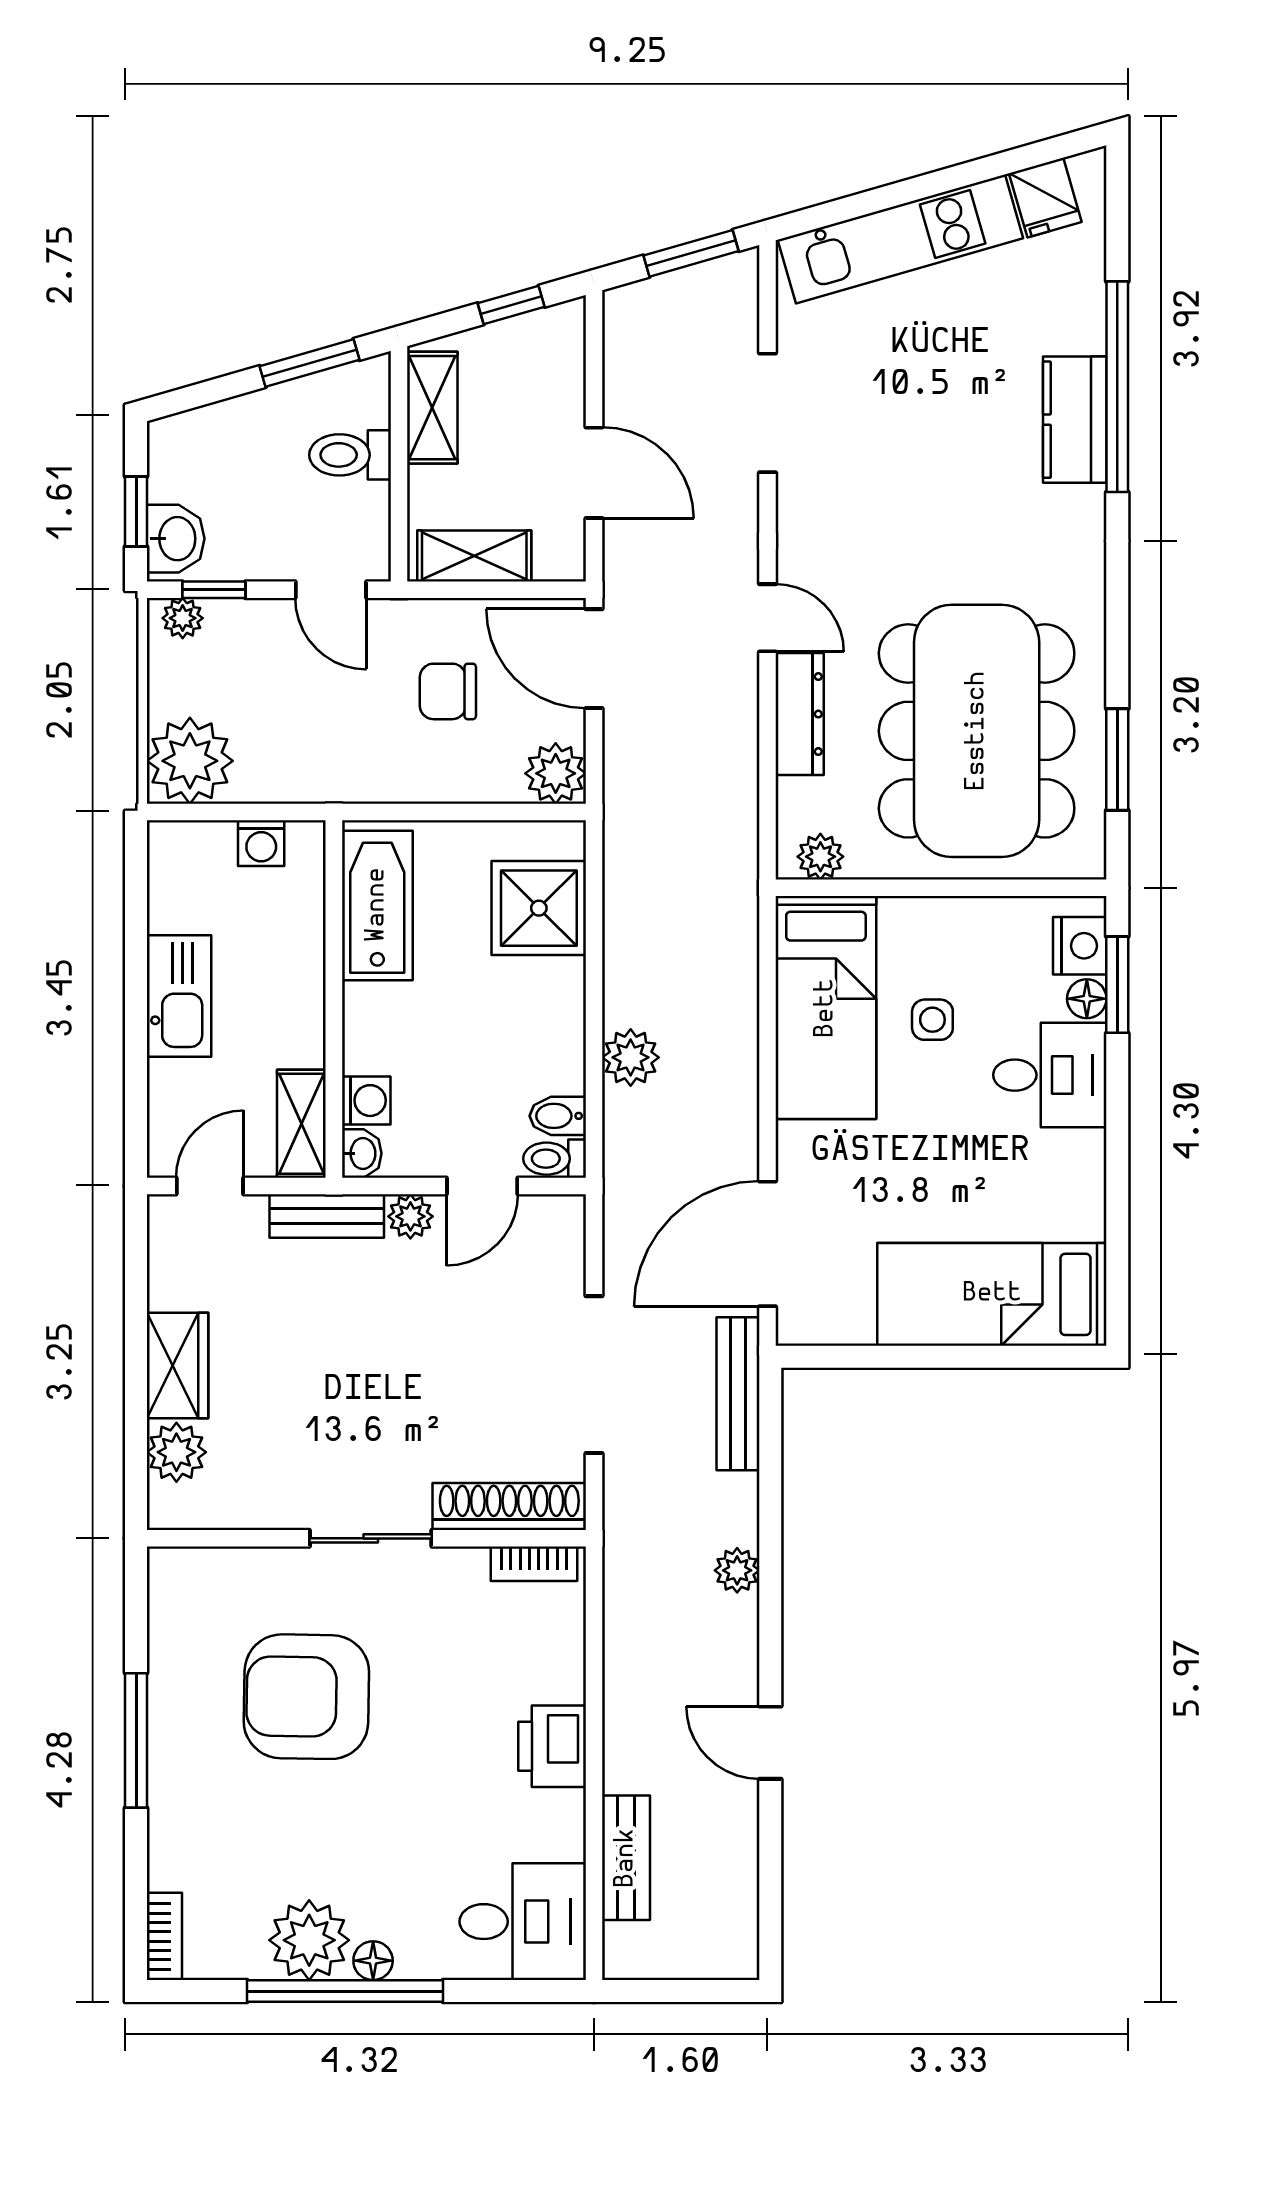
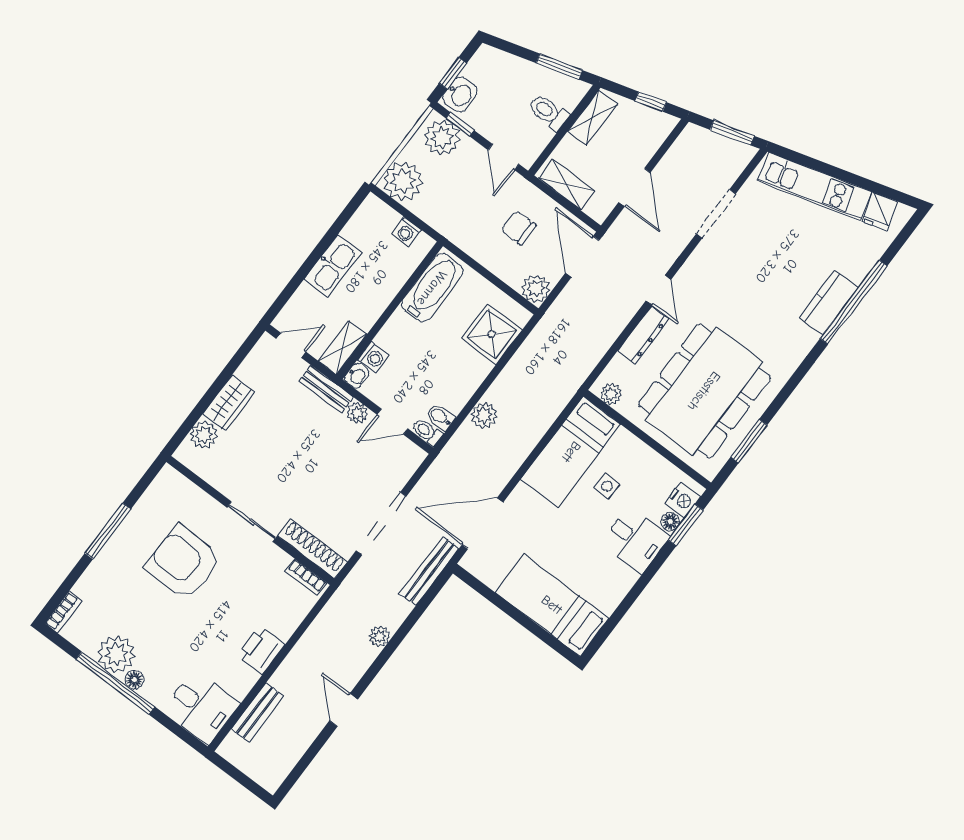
plant: (183, 618) -> (442, 138), width x1.88, depth x1.88

